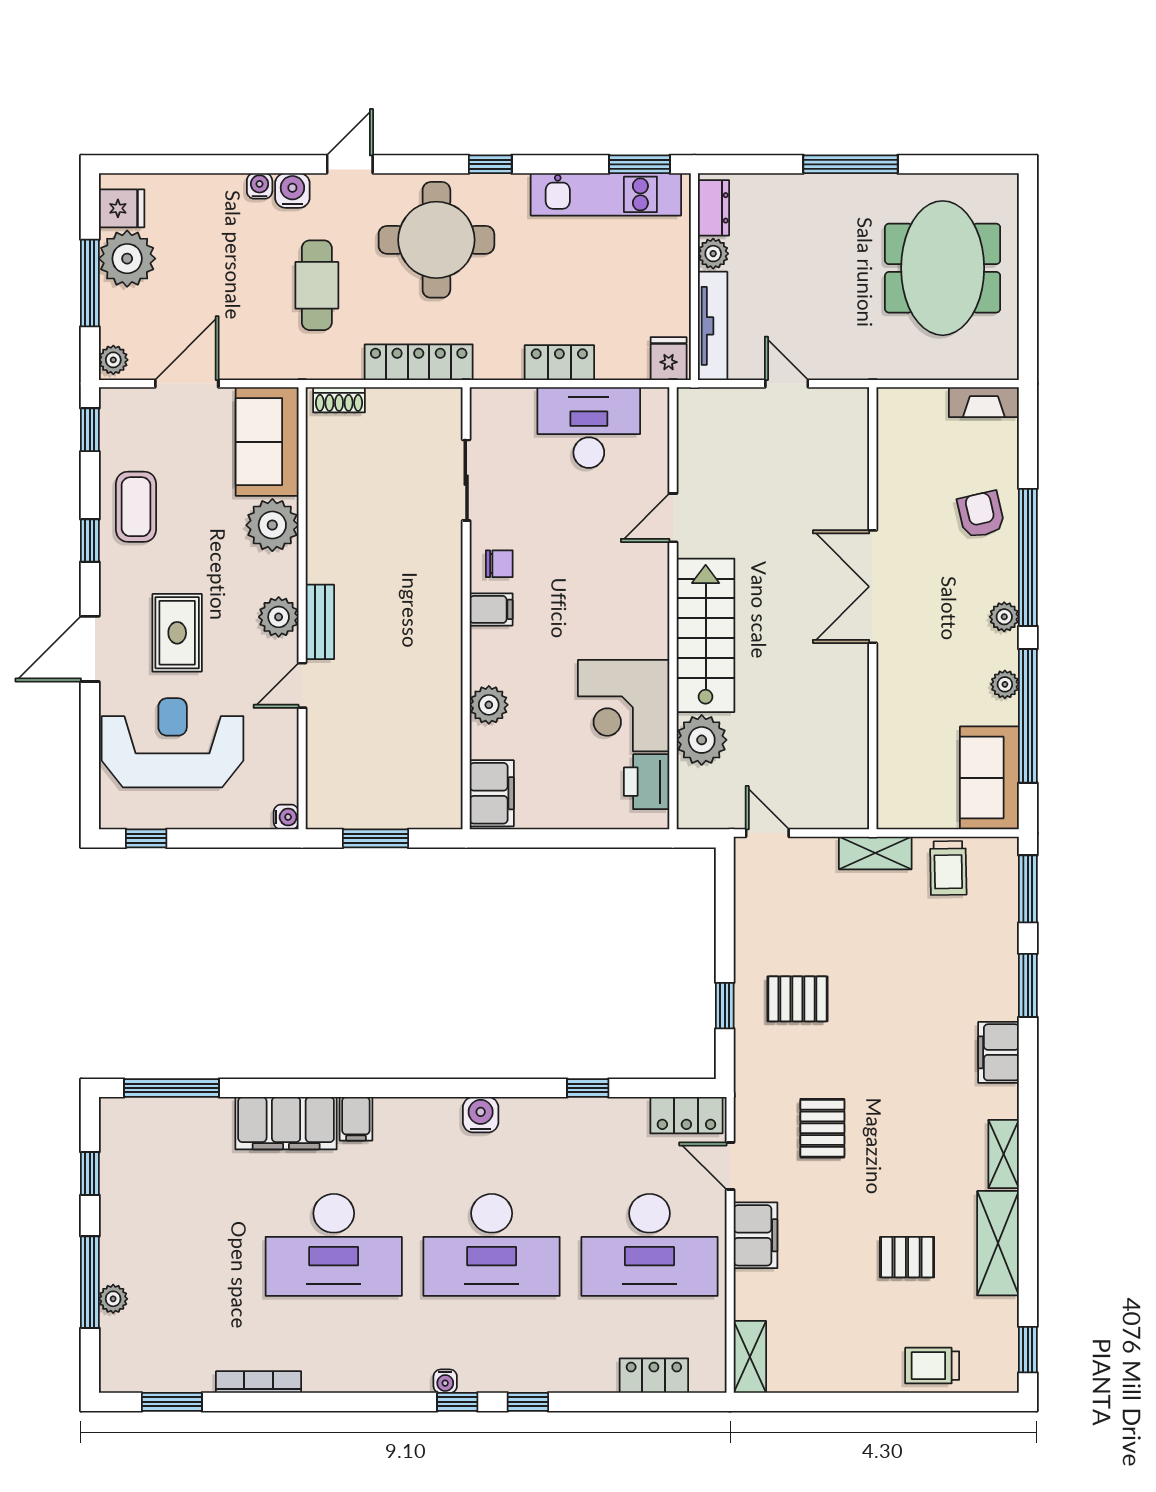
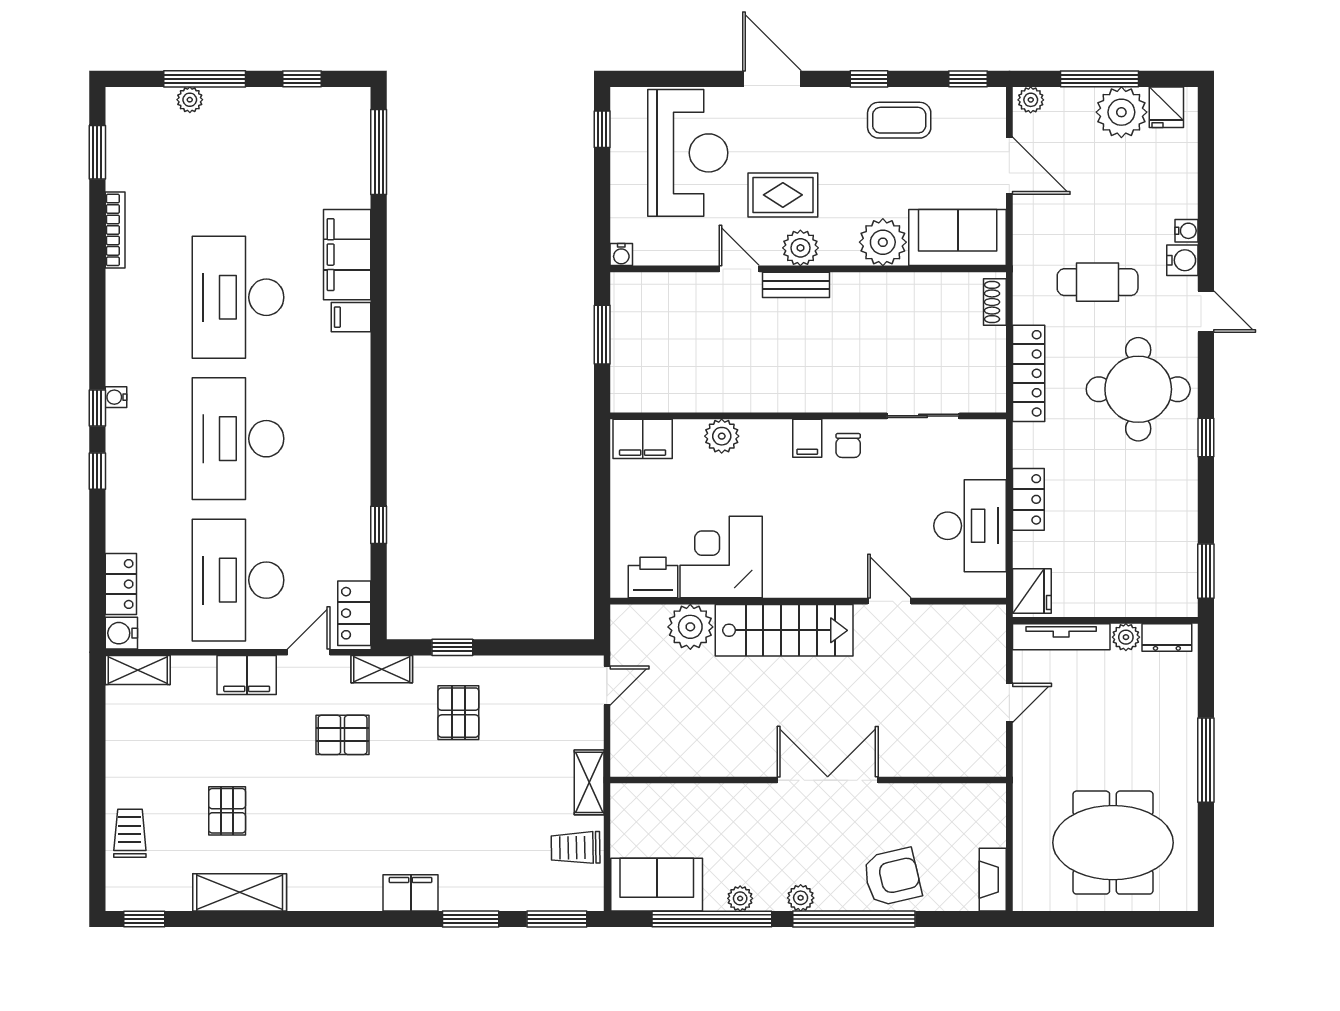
kitchen unit: (606, 194) -> (1179, 541), removed
fridge: (669, 359) -> (1032, 591), width x1.38
armchair: (981, 515) -> (892, 877), width x1.38, depth x1.38
rug: (177, 633) -> (783, 195), moved
water cooler: (481, 1115) -> (121, 633), moved, turned 180
shelving: (1004, 1154) -> (382, 669), moved

